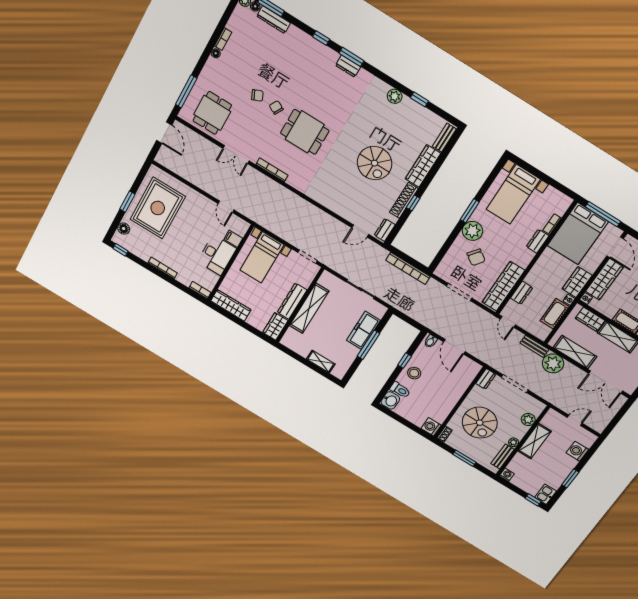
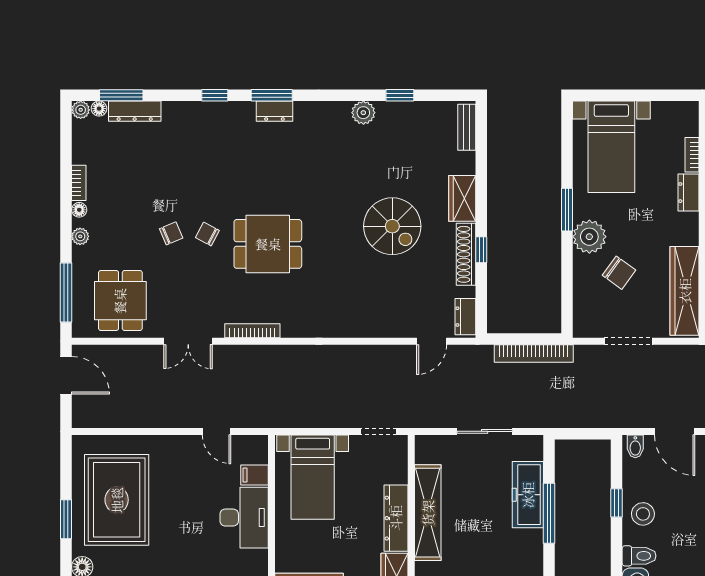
plant: (209, 67) -> (80, 236), added
wardrobe: (423, 166) -> (462, 198), width x0.67

